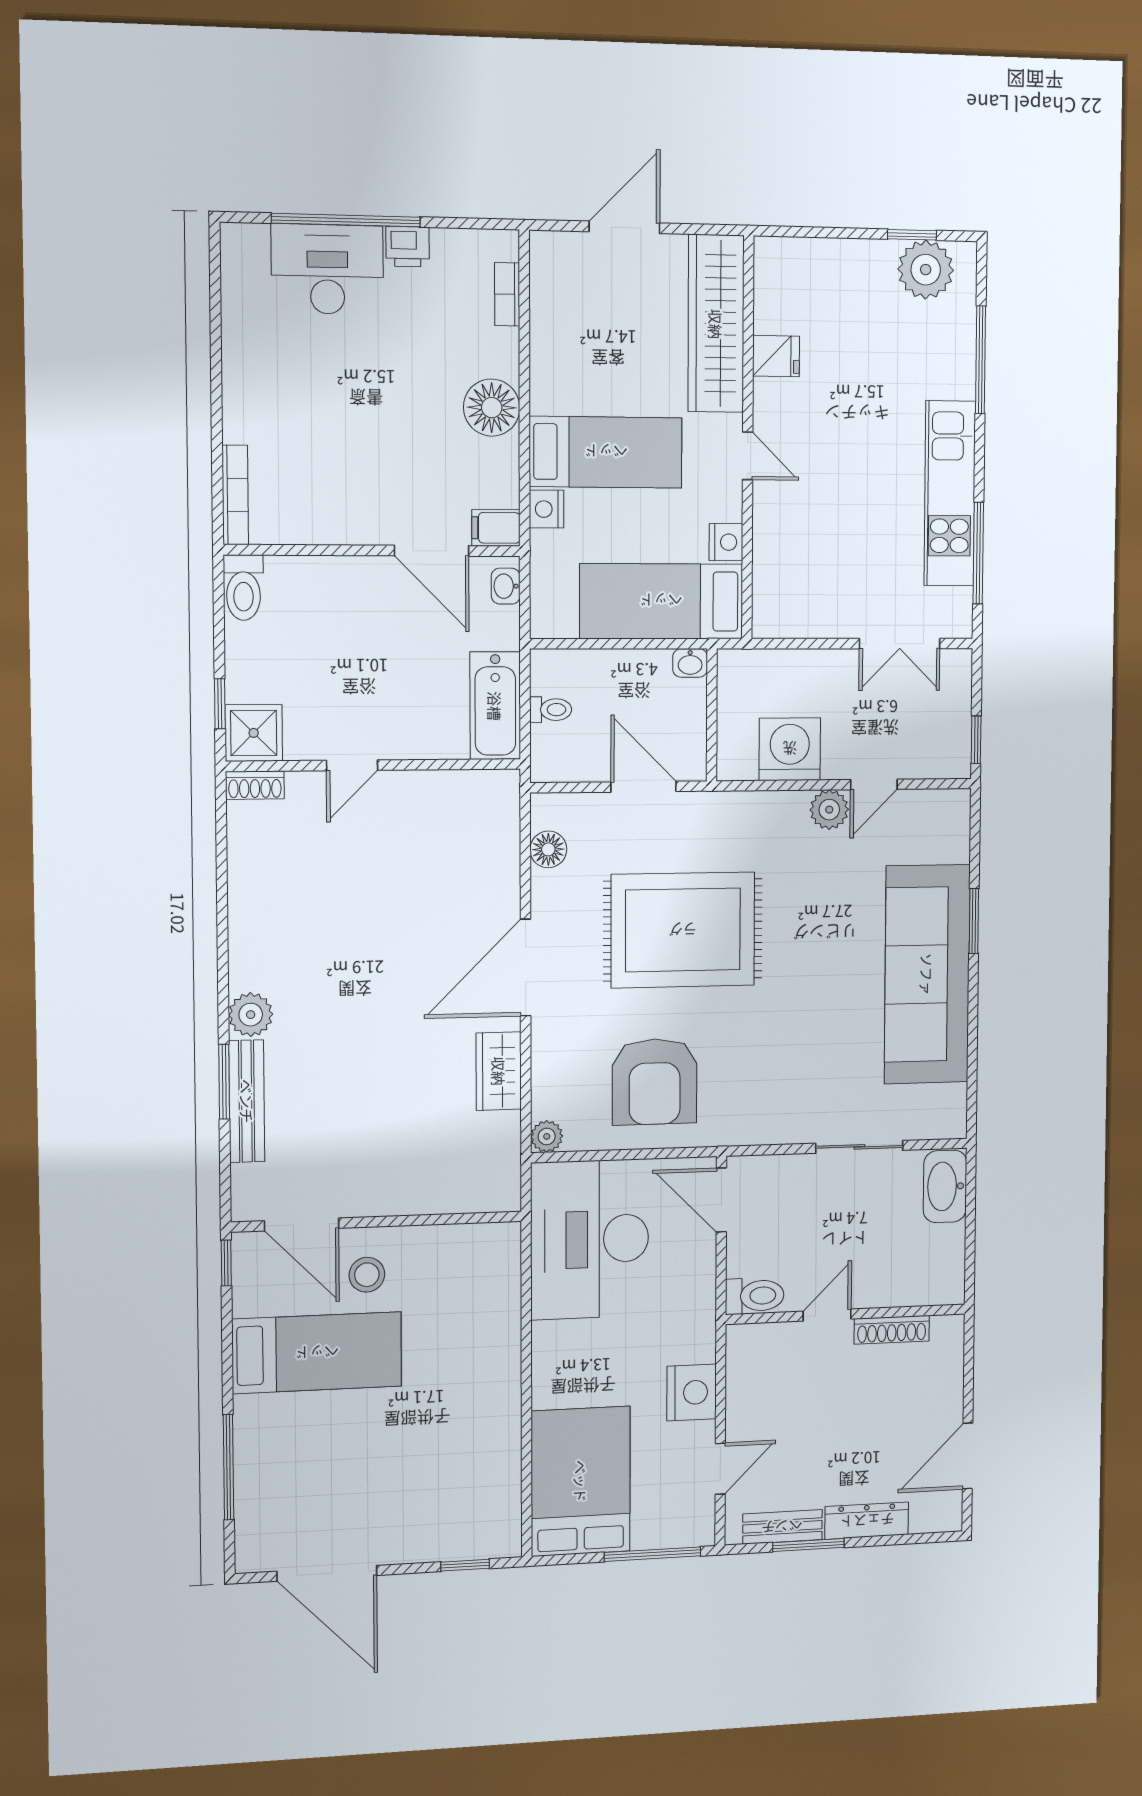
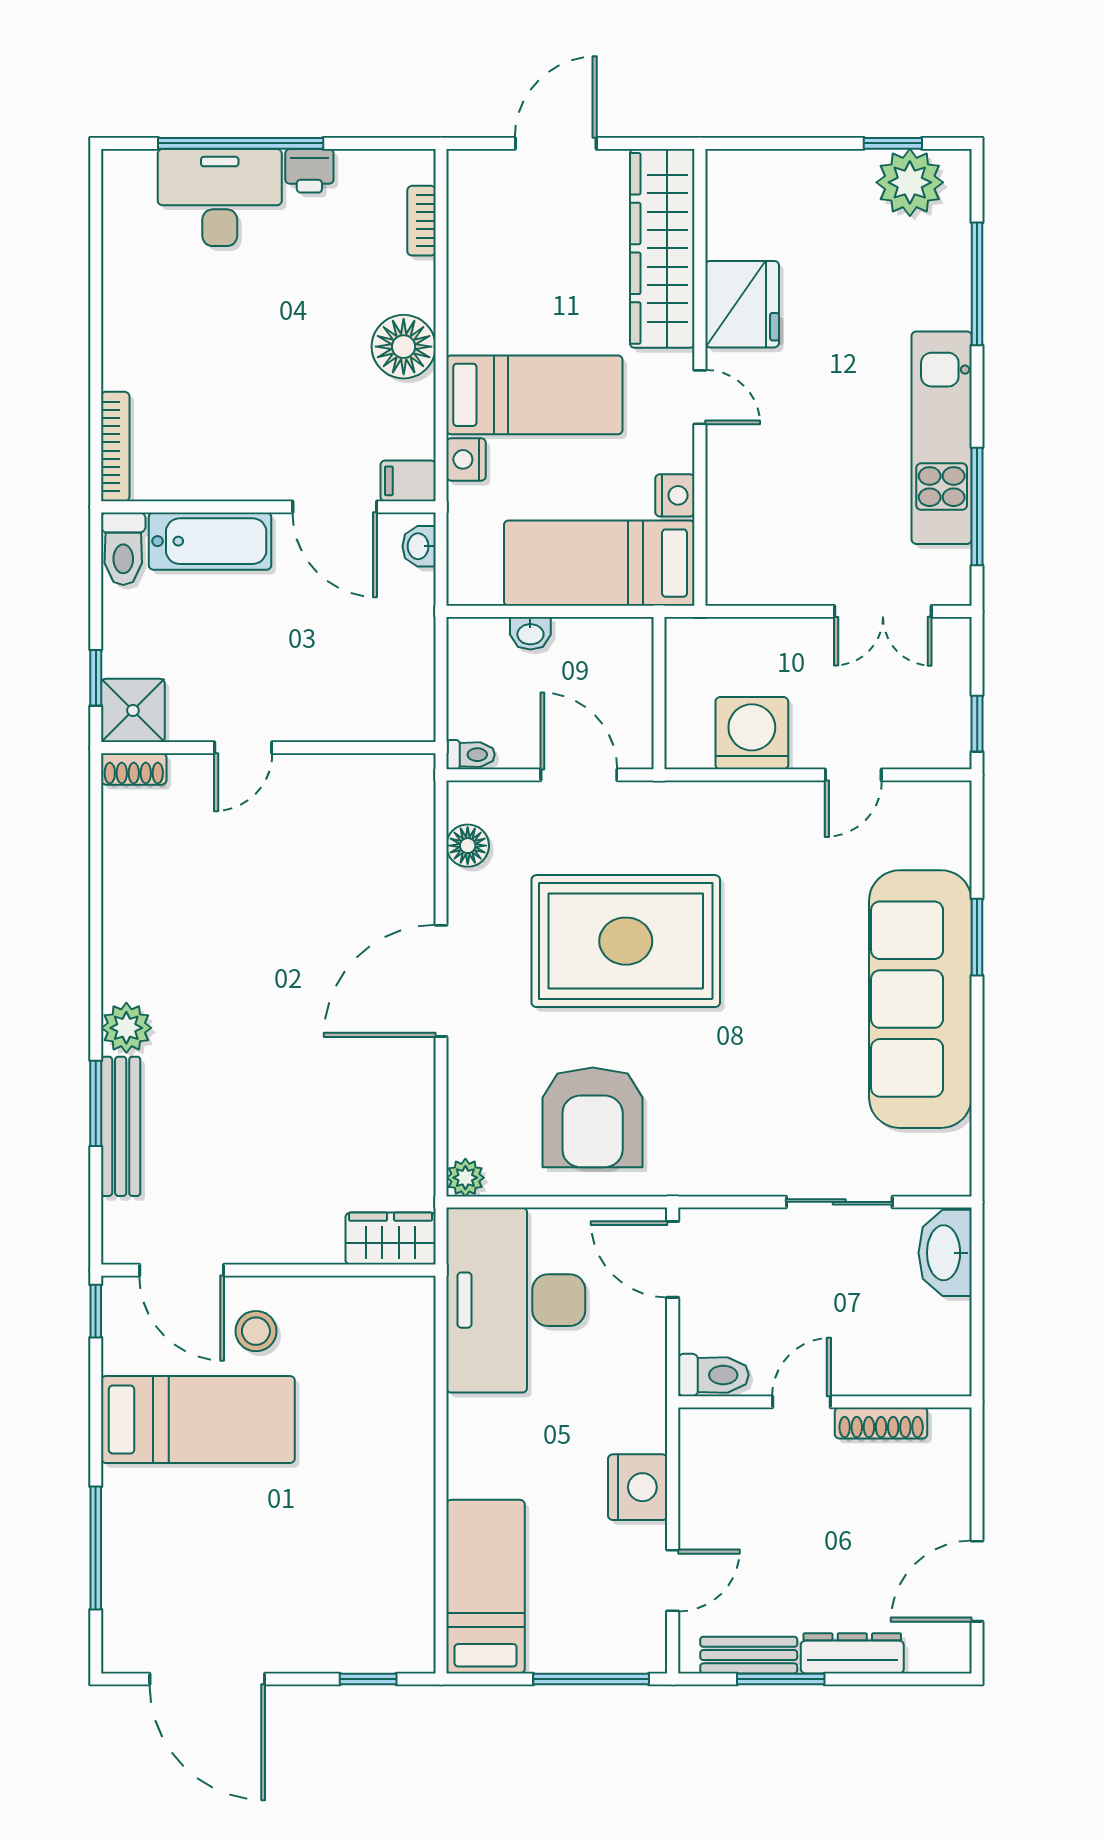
fridge: (776, 356) -> (742, 304), width x1.88, depth x1.34
washbasin: (690, 663) -> (530, 633), moved
bathtub: (495, 706) -> (210, 541), moved, turned -90
toilet: (551, 710) -> (471, 755), moved
plant: (829, 810) -> (800, 804), removed
wardrobe: (499, 1071) -> (391, 1239), moved, turned 90
bed: (581, 1481) -> (486, 1587), width x0.67

